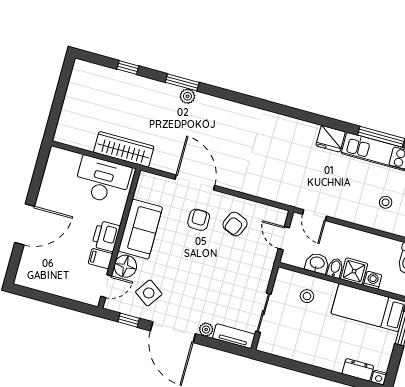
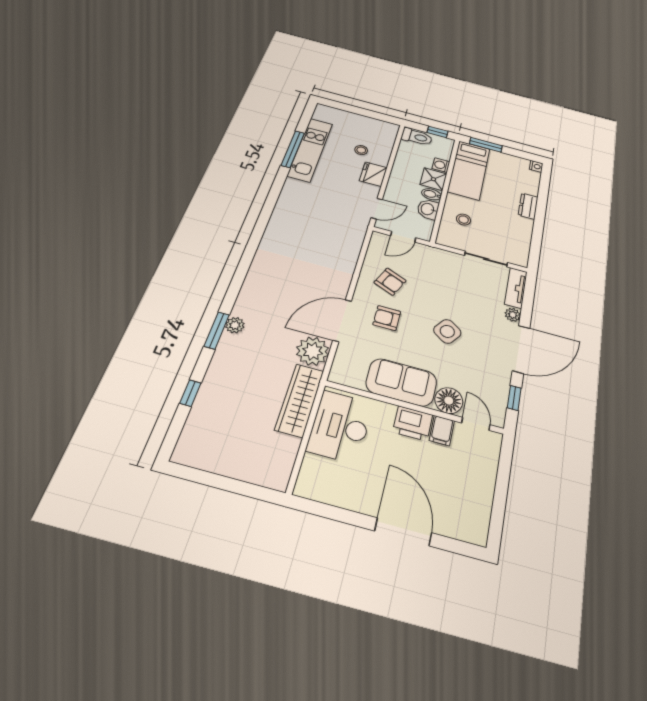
fridge: (331, 139) -> (373, 174), moved, turned 180
plant: (166, 159) -> (313, 351), added
side table: (149, 293) -> (447, 331), moved
dresser: (358, 370) -> (528, 206), moved

